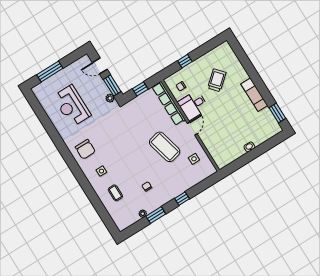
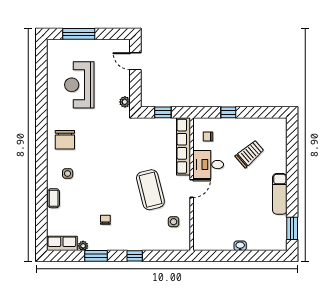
window: (112, 85) -> (135, 90), removed
coffee table: (115, 193) -> (54, 198), moved
row of seats: (127, 221) -> (62, 243), added

